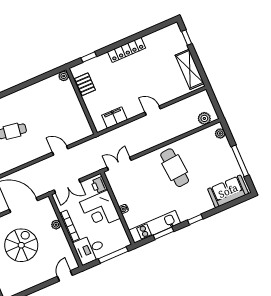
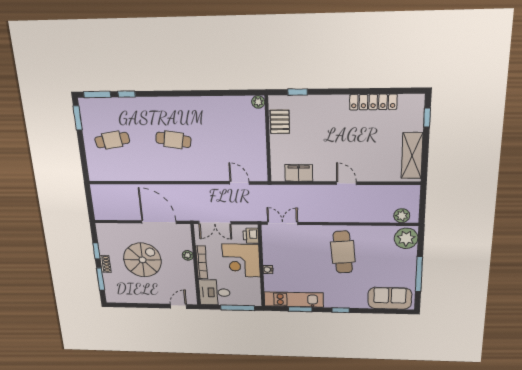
locker: (127, 50) -> (373, 102), moved
plant: (220, 133) -> (406, 238), width x1.87, depth x1.87
door: (60, 150) -> (240, 183), moved

